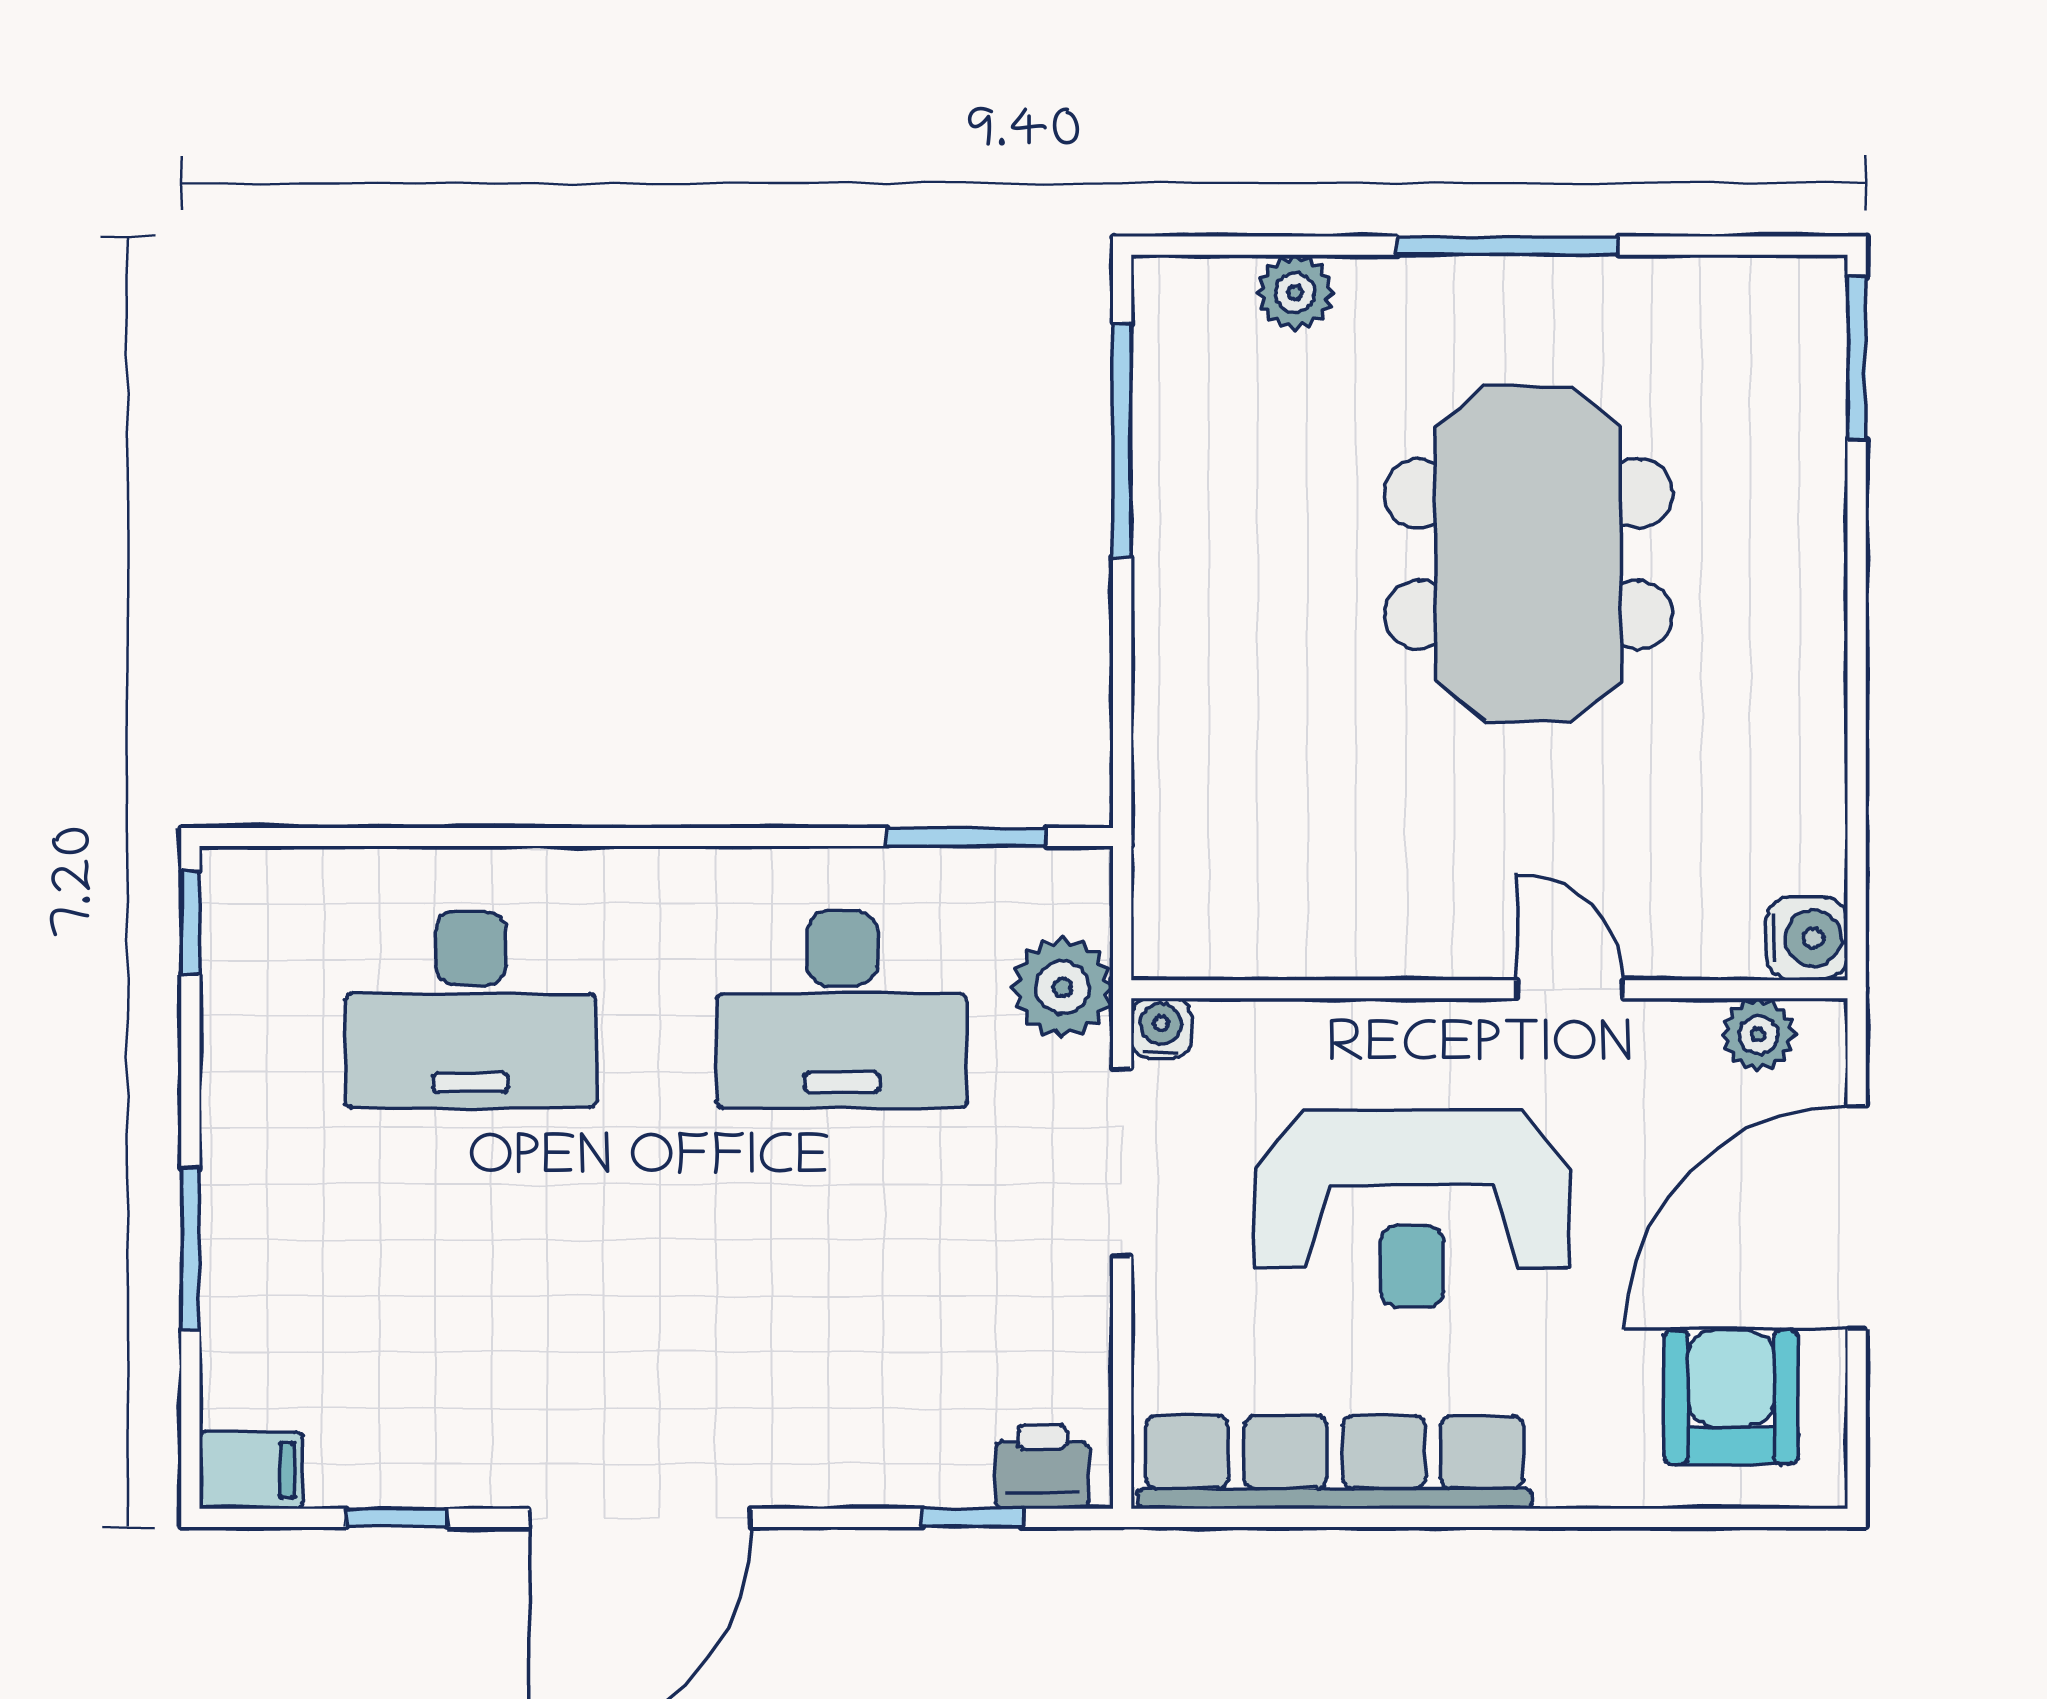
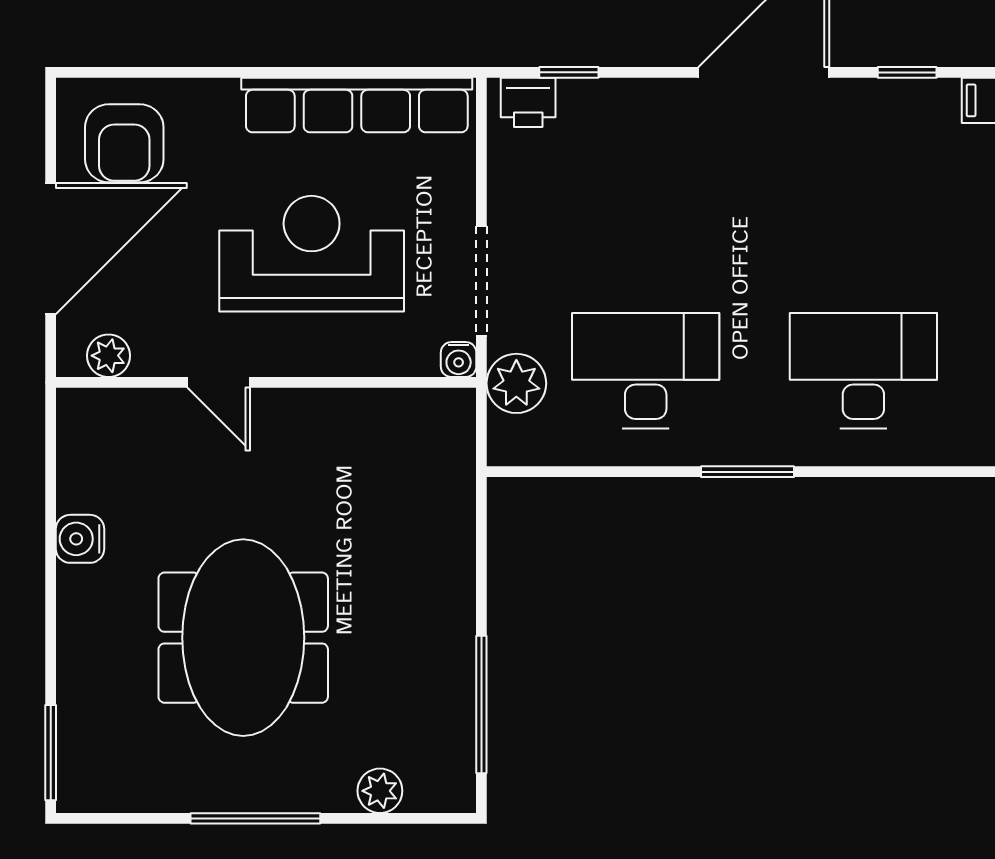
window: (967, 837) -> (747, 472), moved
water cooler: (1807, 938) -> (80, 539), moved

